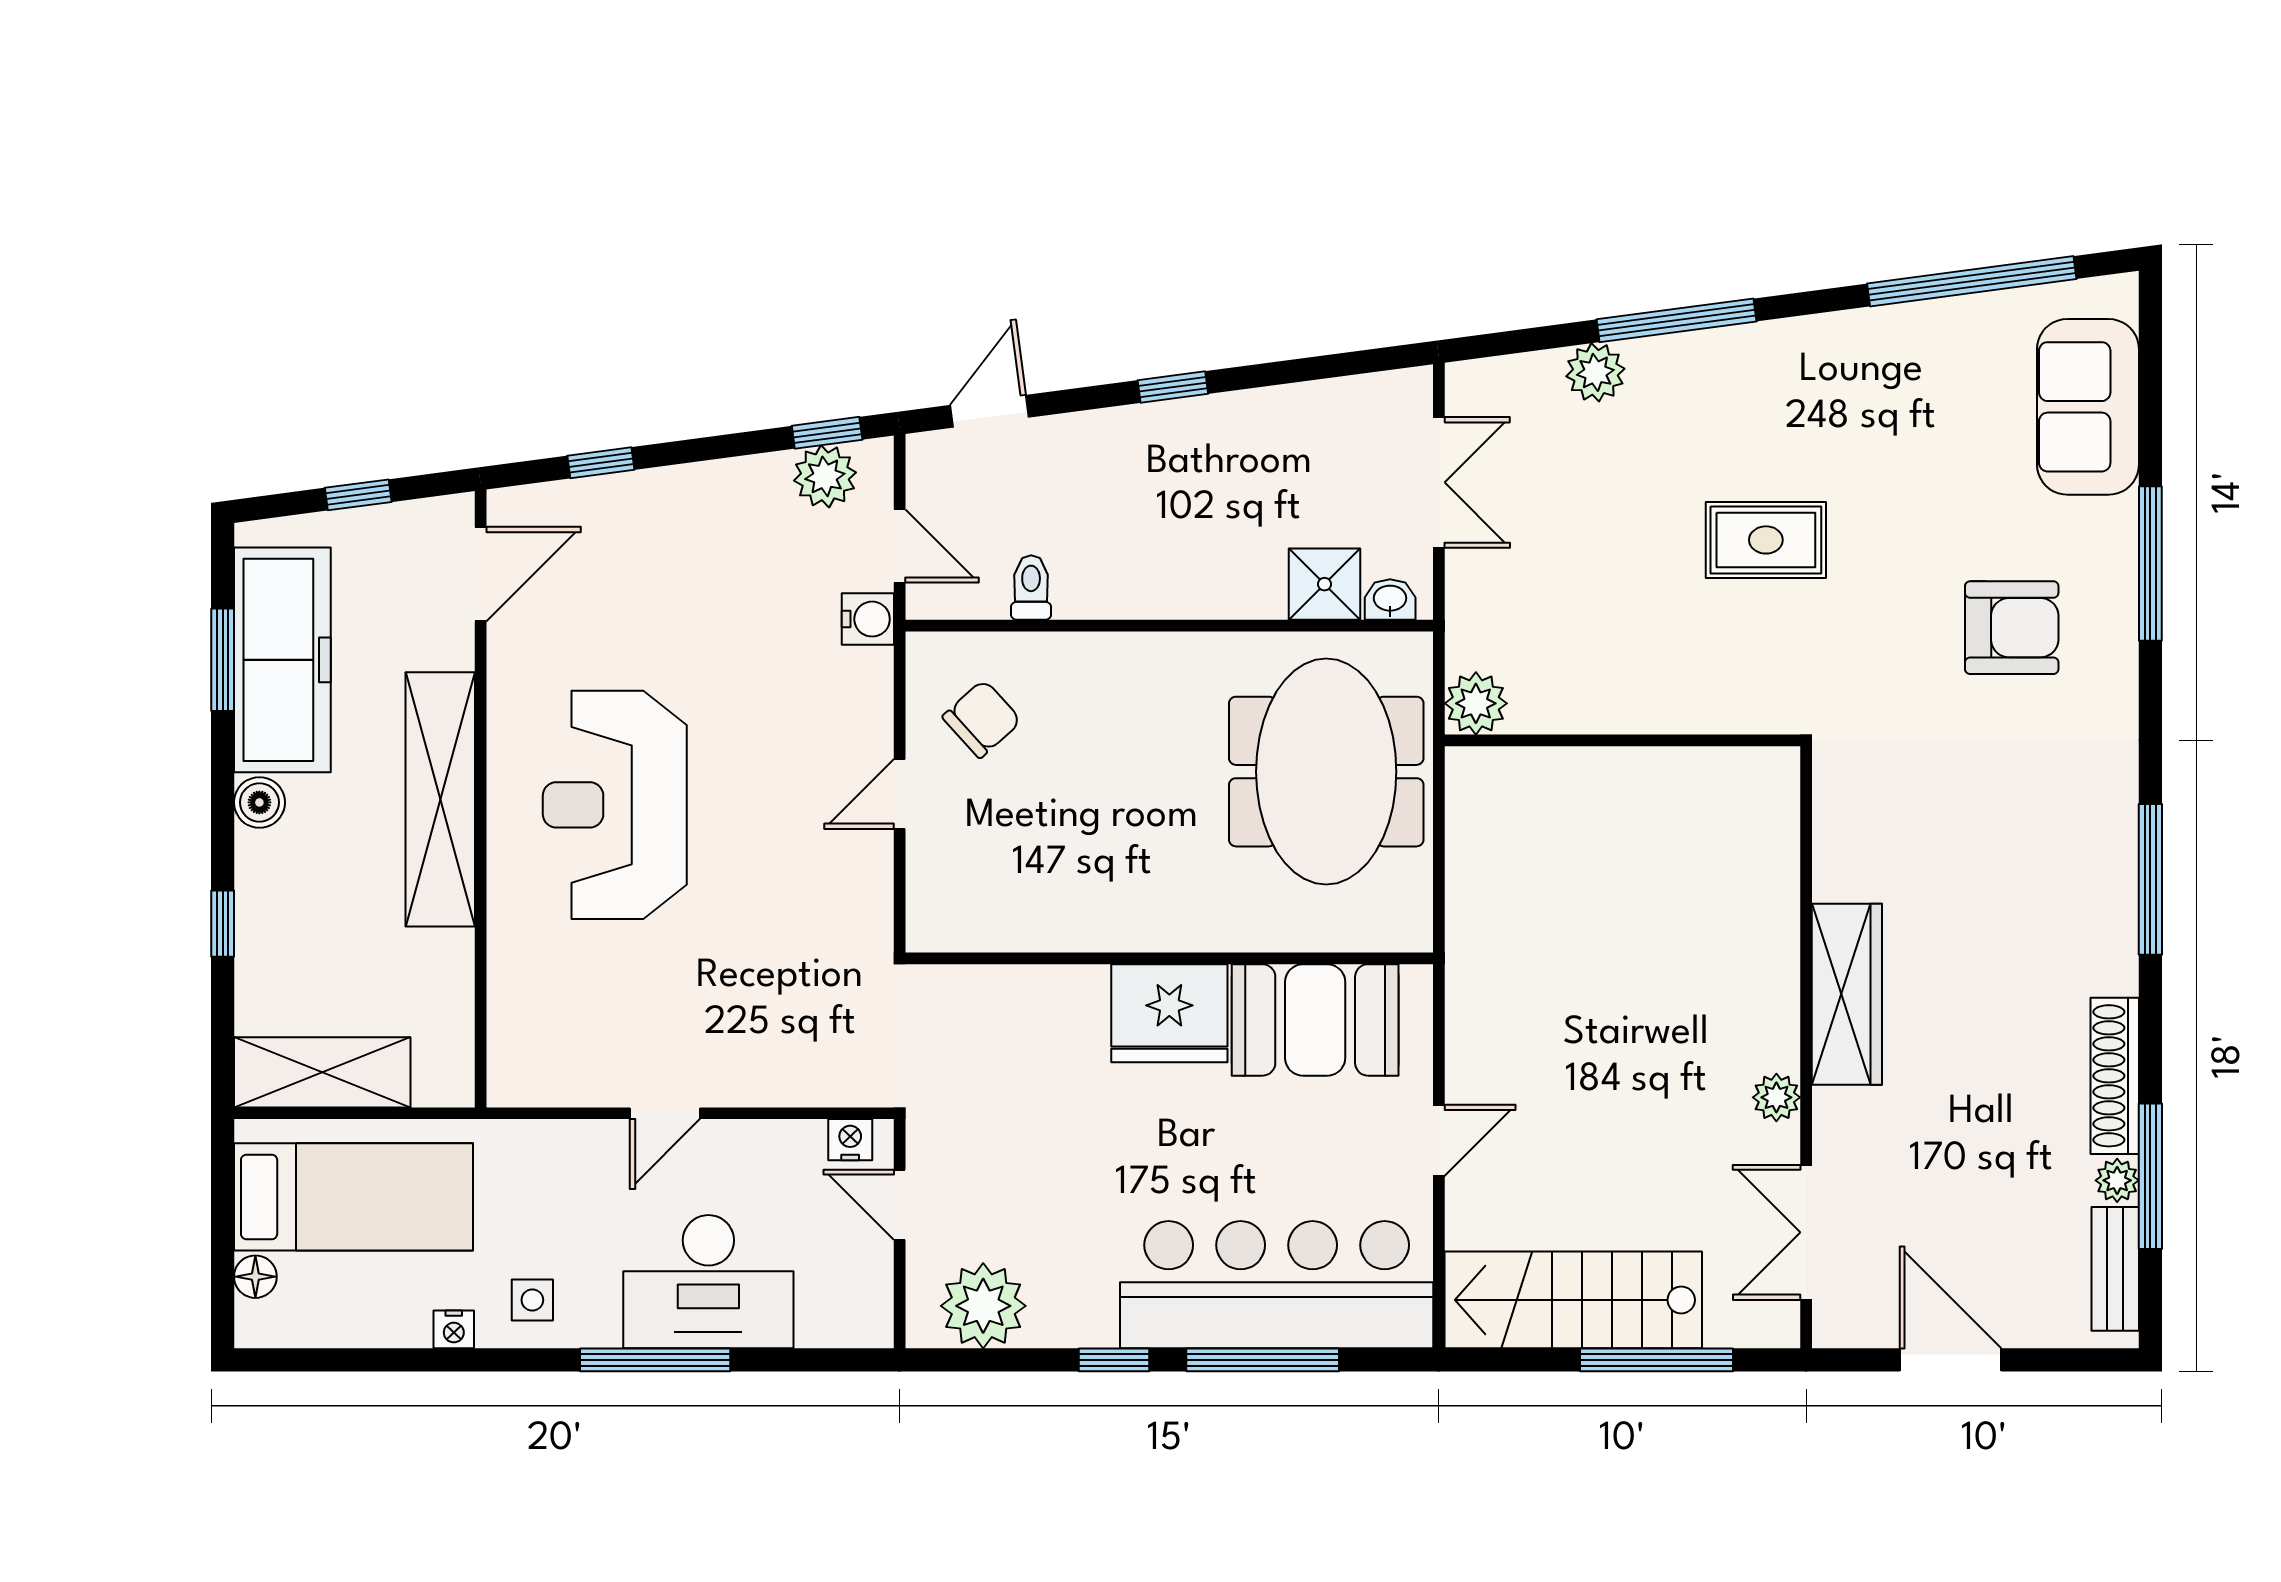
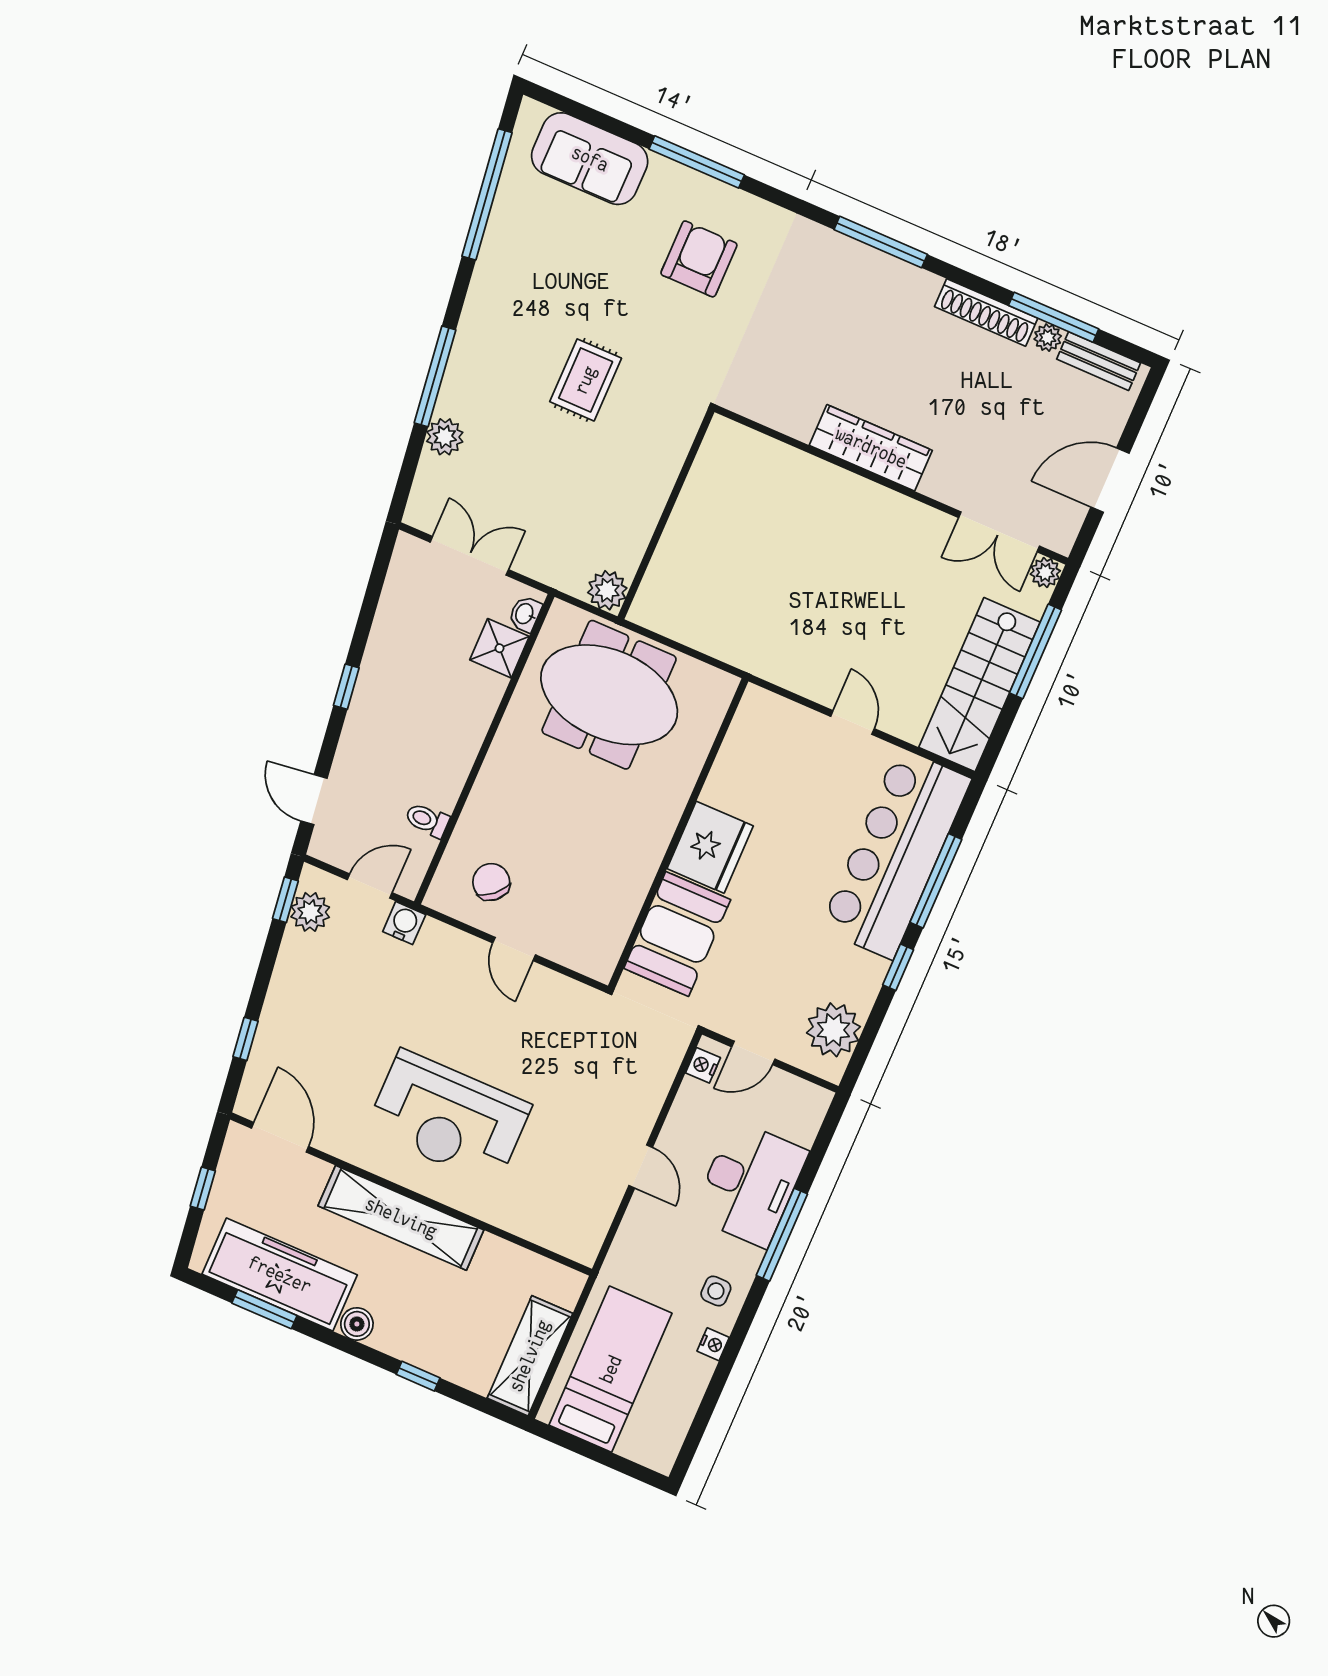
booth: (1315, 1020) -> (677, 934), moved
plant: (1776, 1097) -> (1045, 573), moved
floor lamp: (255, 1277) -> (632, 1446), removed

